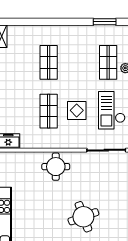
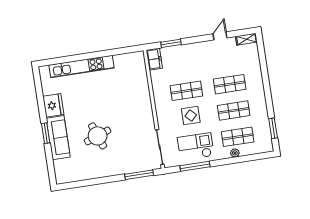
shop shelf: (78, 62) -> (234, 110), added
round table: (56, 167) -> (138, 105), removed

